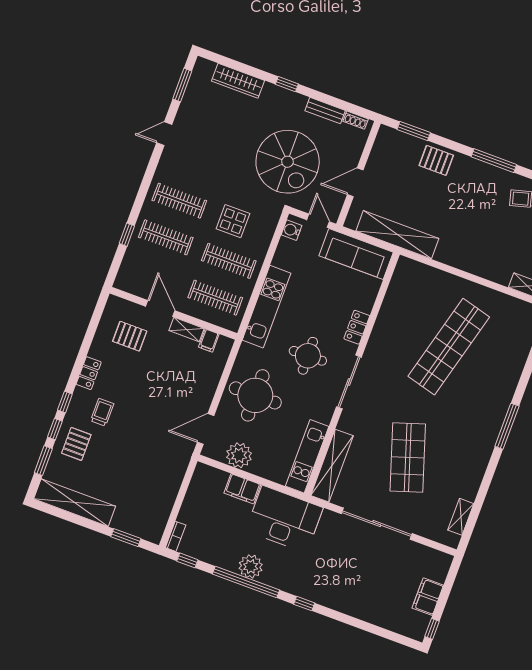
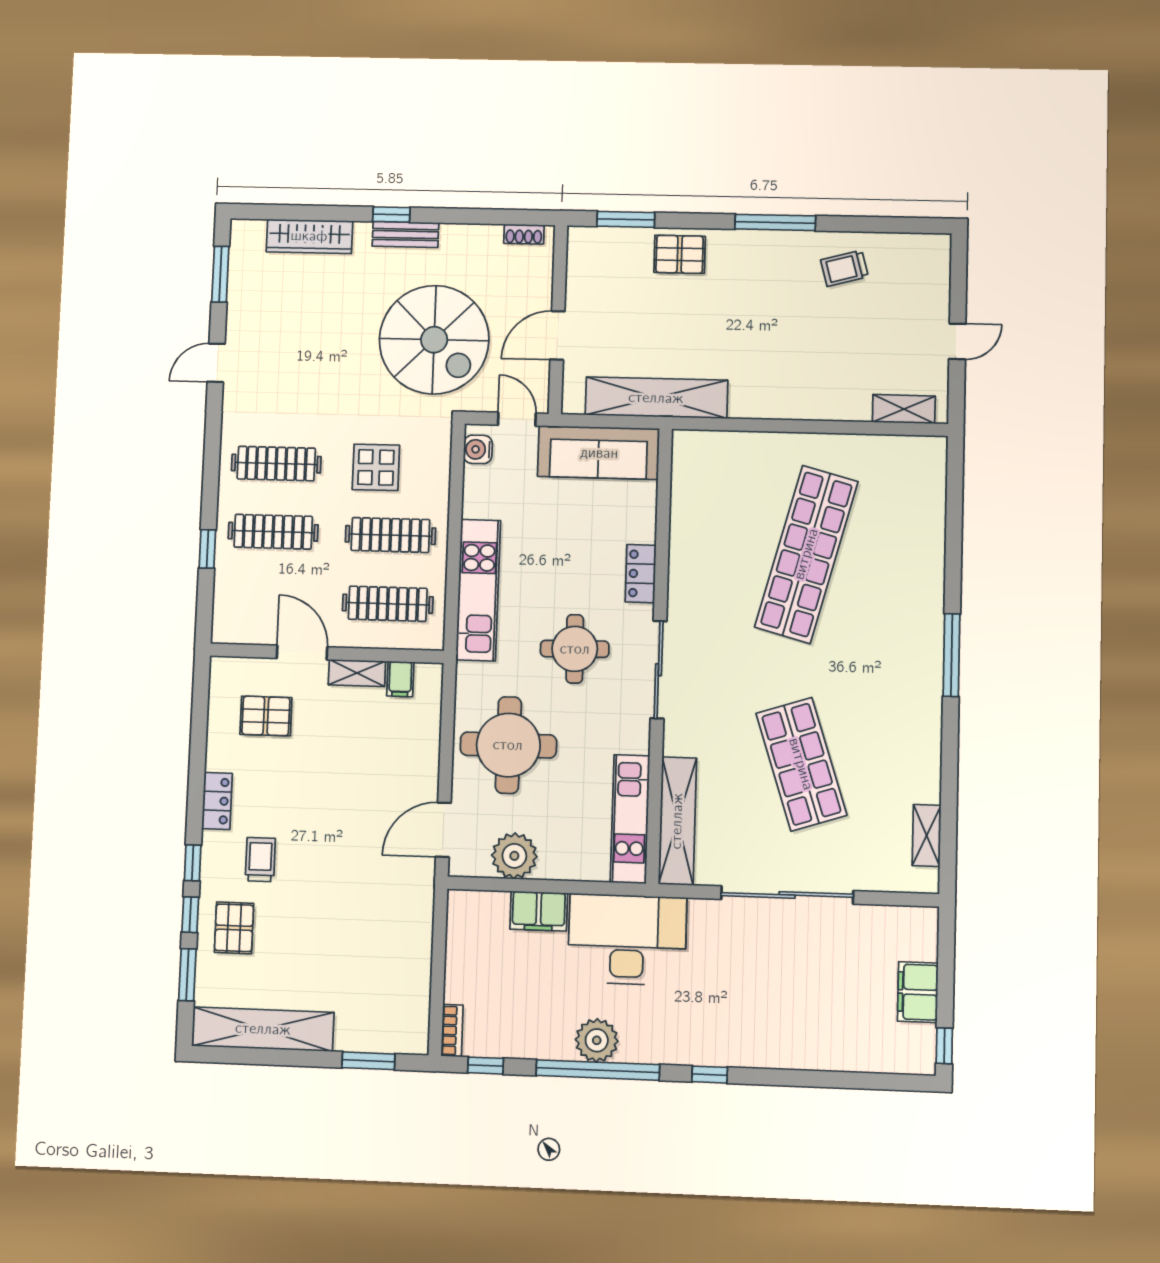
bench: (325, 111) -> (405, 235), moved

